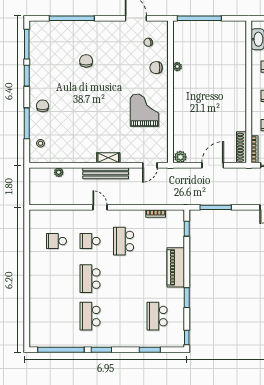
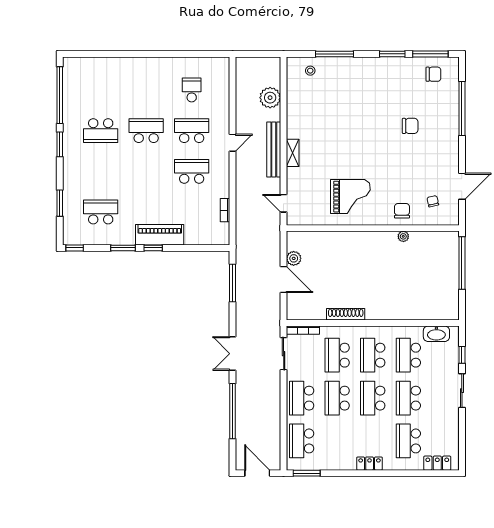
chair: (43, 106) -> (433, 74), moved
shoe rack: (241, 147) -> (346, 314), moved
plant: (180, 157) -> (294, 258), moved
plant: (59, 172) -> (270, 98), width x1.87, depth x1.87
window: (187, 229) -> (153, 248), moved
school desk: (90, 241) -> (192, 131), width x1.85
school desk: (90, 316) -> (101, 131), turned 180

